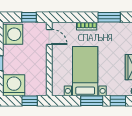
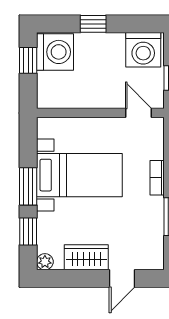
door: (49, 37) -> (138, 113), swing flipped
window: (30, 101) -> (28, 60), moved

